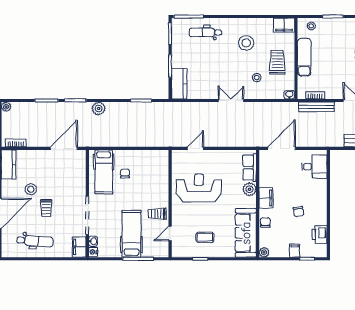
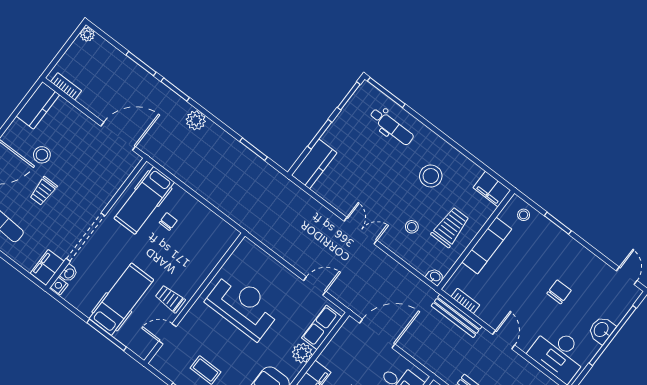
dental chair: (205, 32) -> (392, 127), turned 180
door: (195, 148) -> (315, 286), moved

